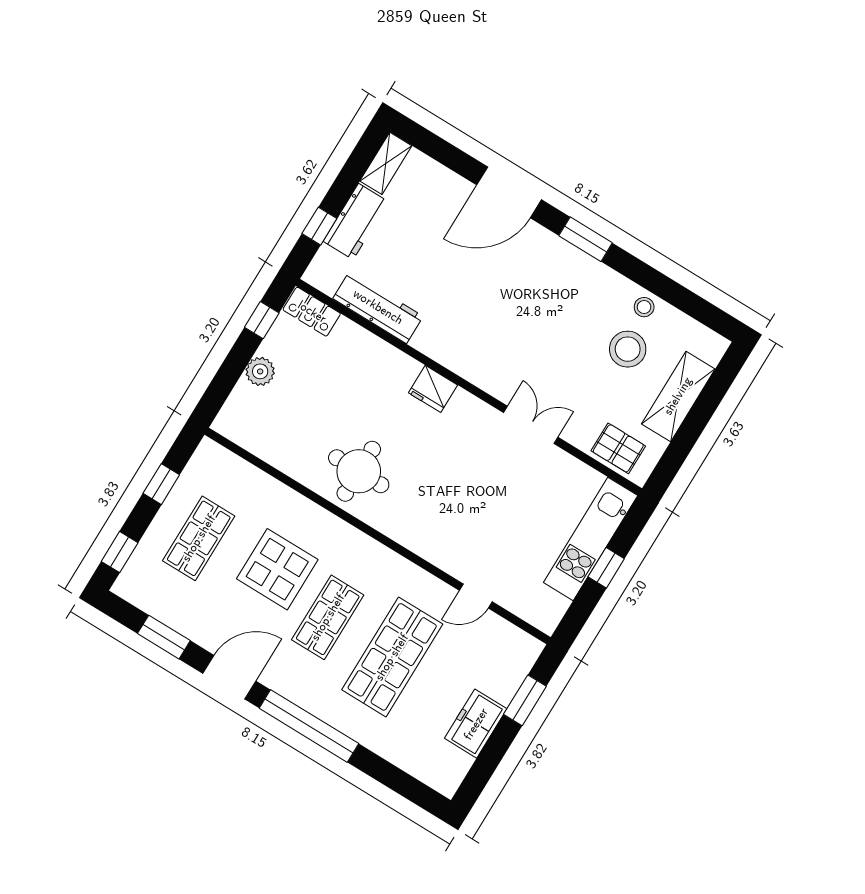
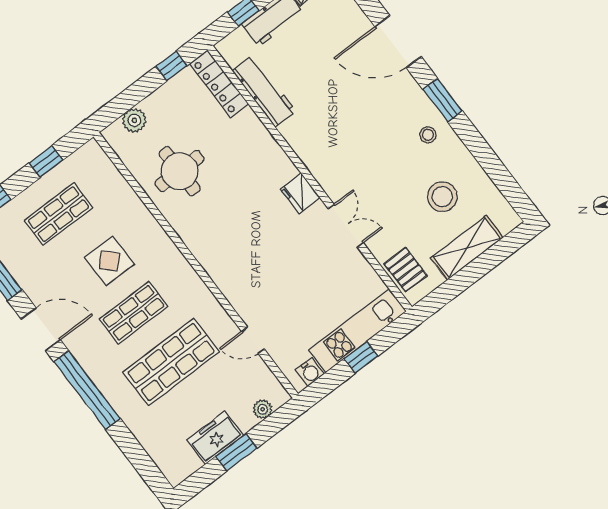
stool: (644, 307) -> (428, 135), moved
locker: (312, 312) -> (219, 84), width x1.53
plant: (260, 371) -> (134, 120), moved
fridge: (433, 389) -> (300, 193), moved
round table: (359, 471) -> (180, 171), moved
display table: (277, 569) -> (109, 261), width x0.73, depth x0.73
water cooler: (554, 607) -> (310, 372), added
plant: (517, 670) -> (263, 409), added
window: (525, 700) -> (236, 452), moved

